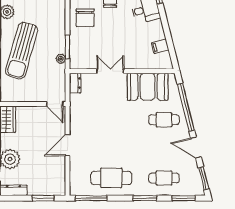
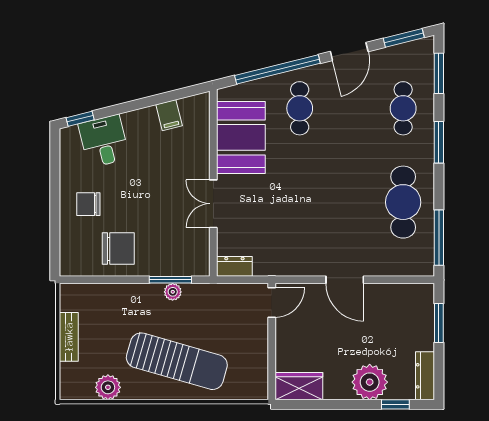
plant: (61, 59) -> (173, 292), moved

